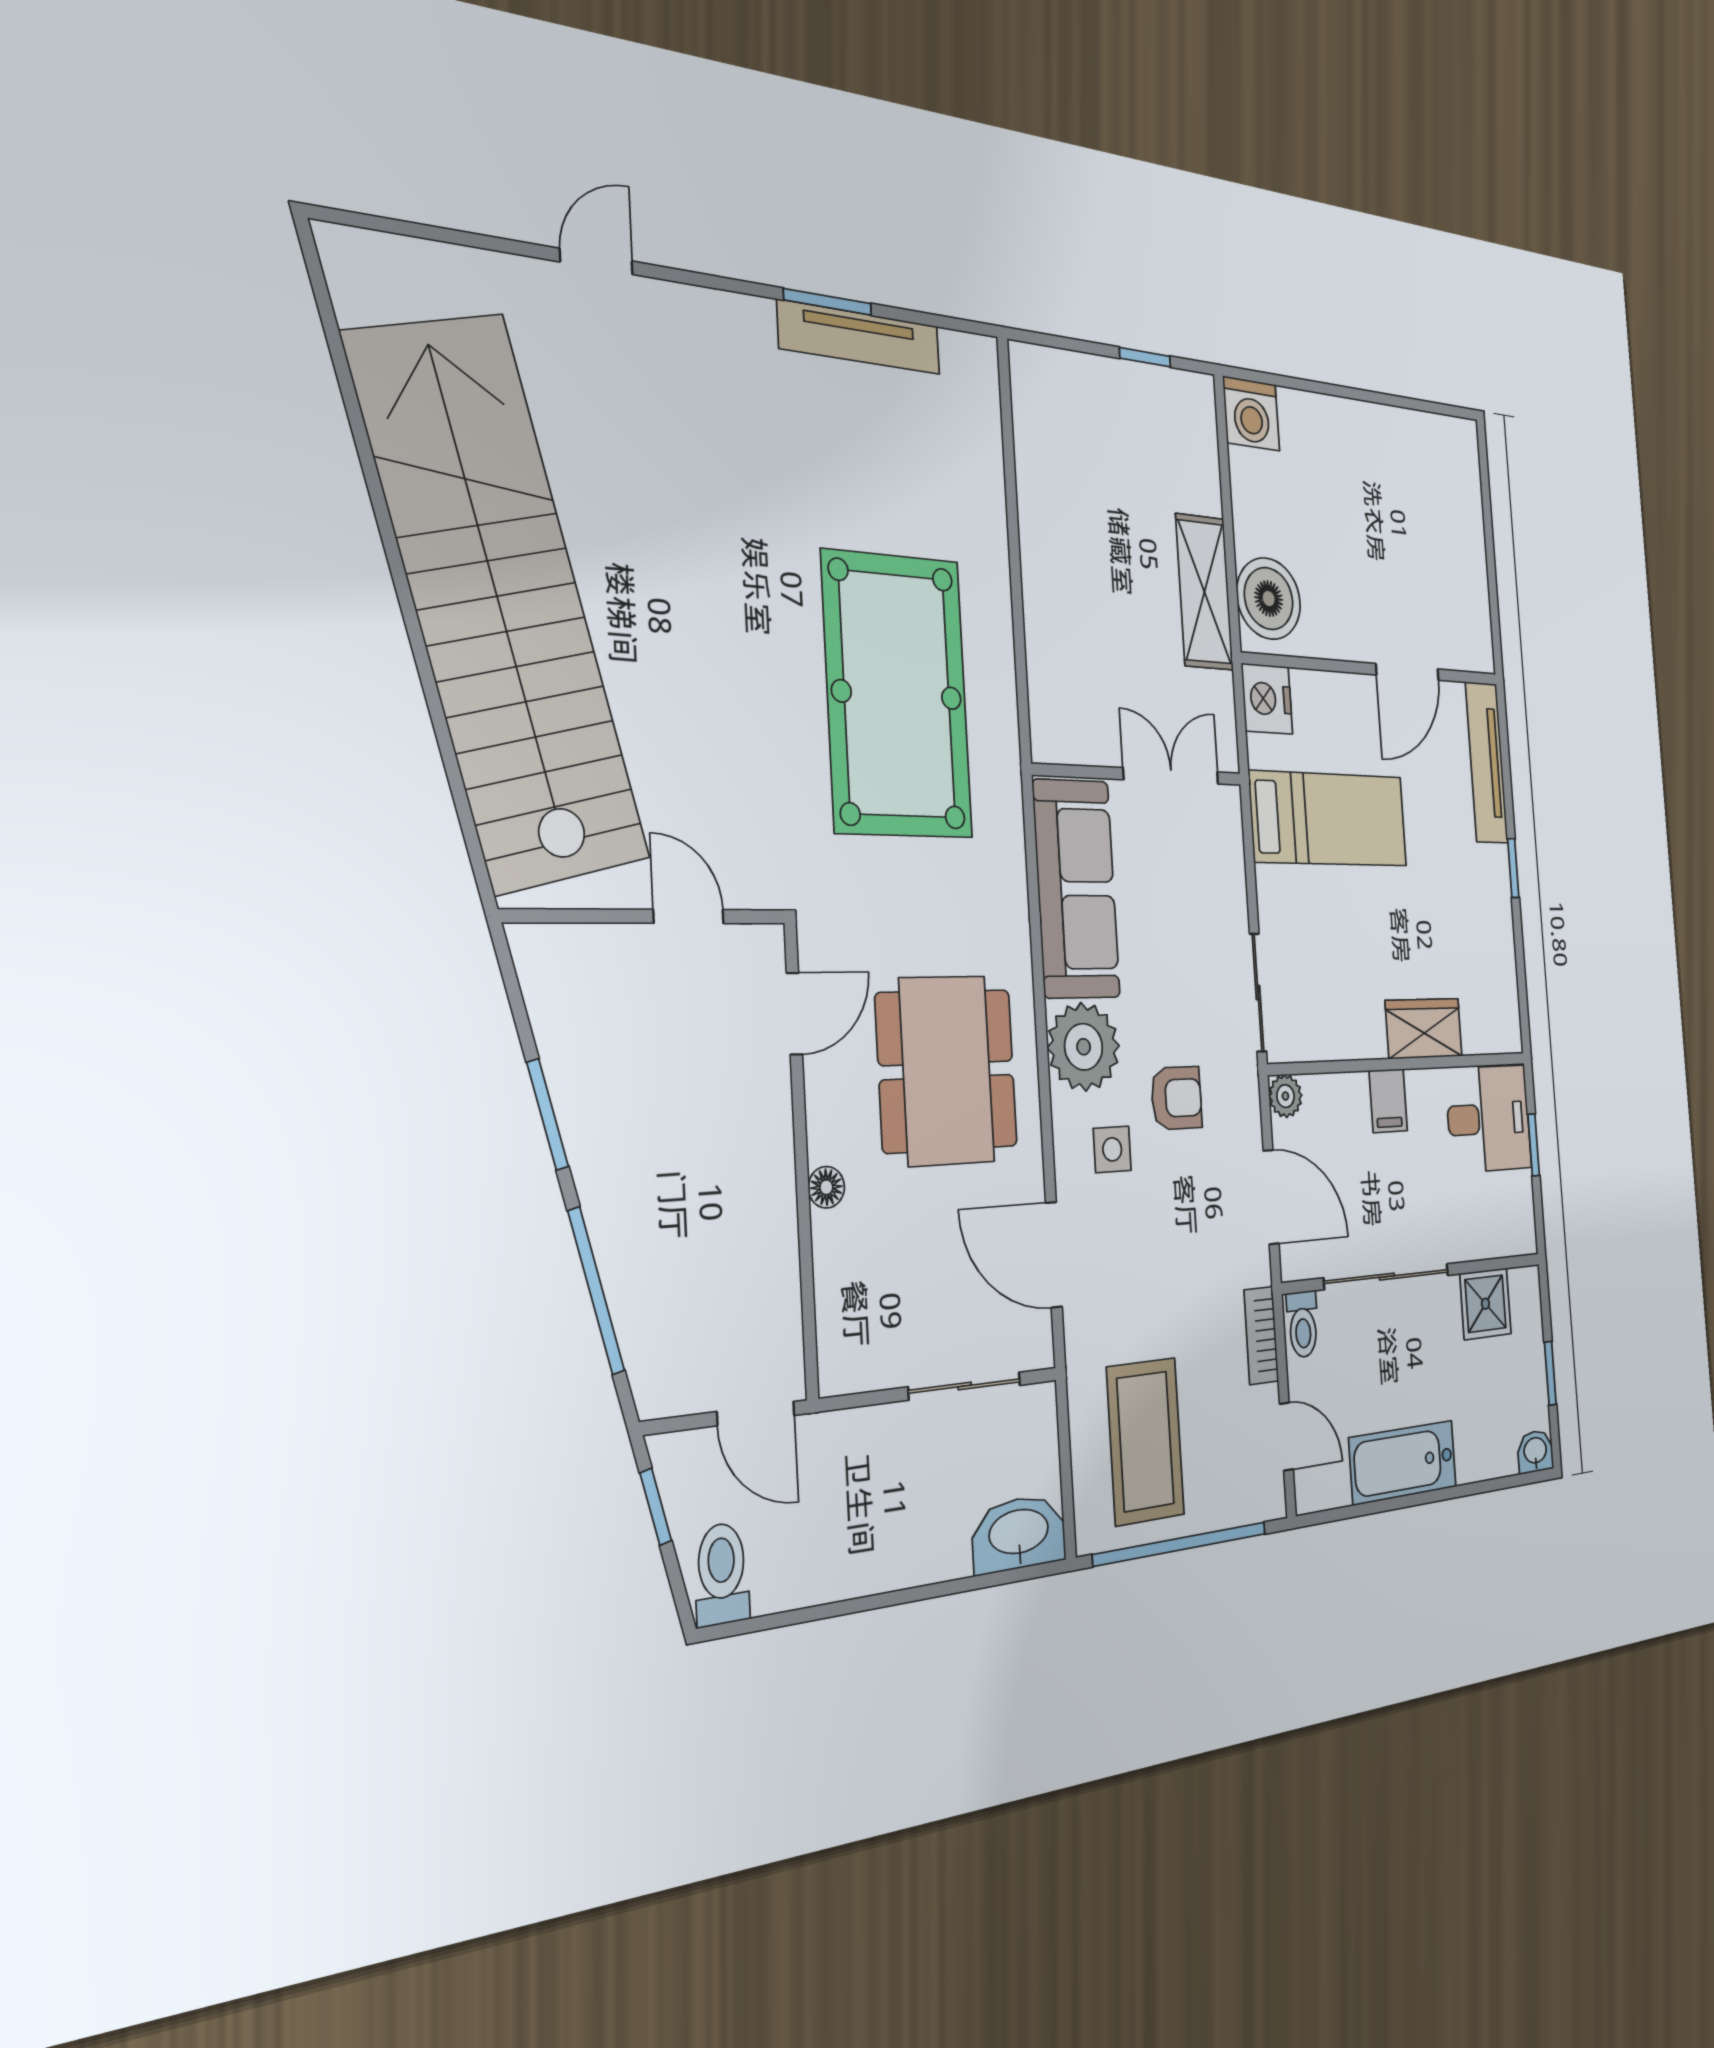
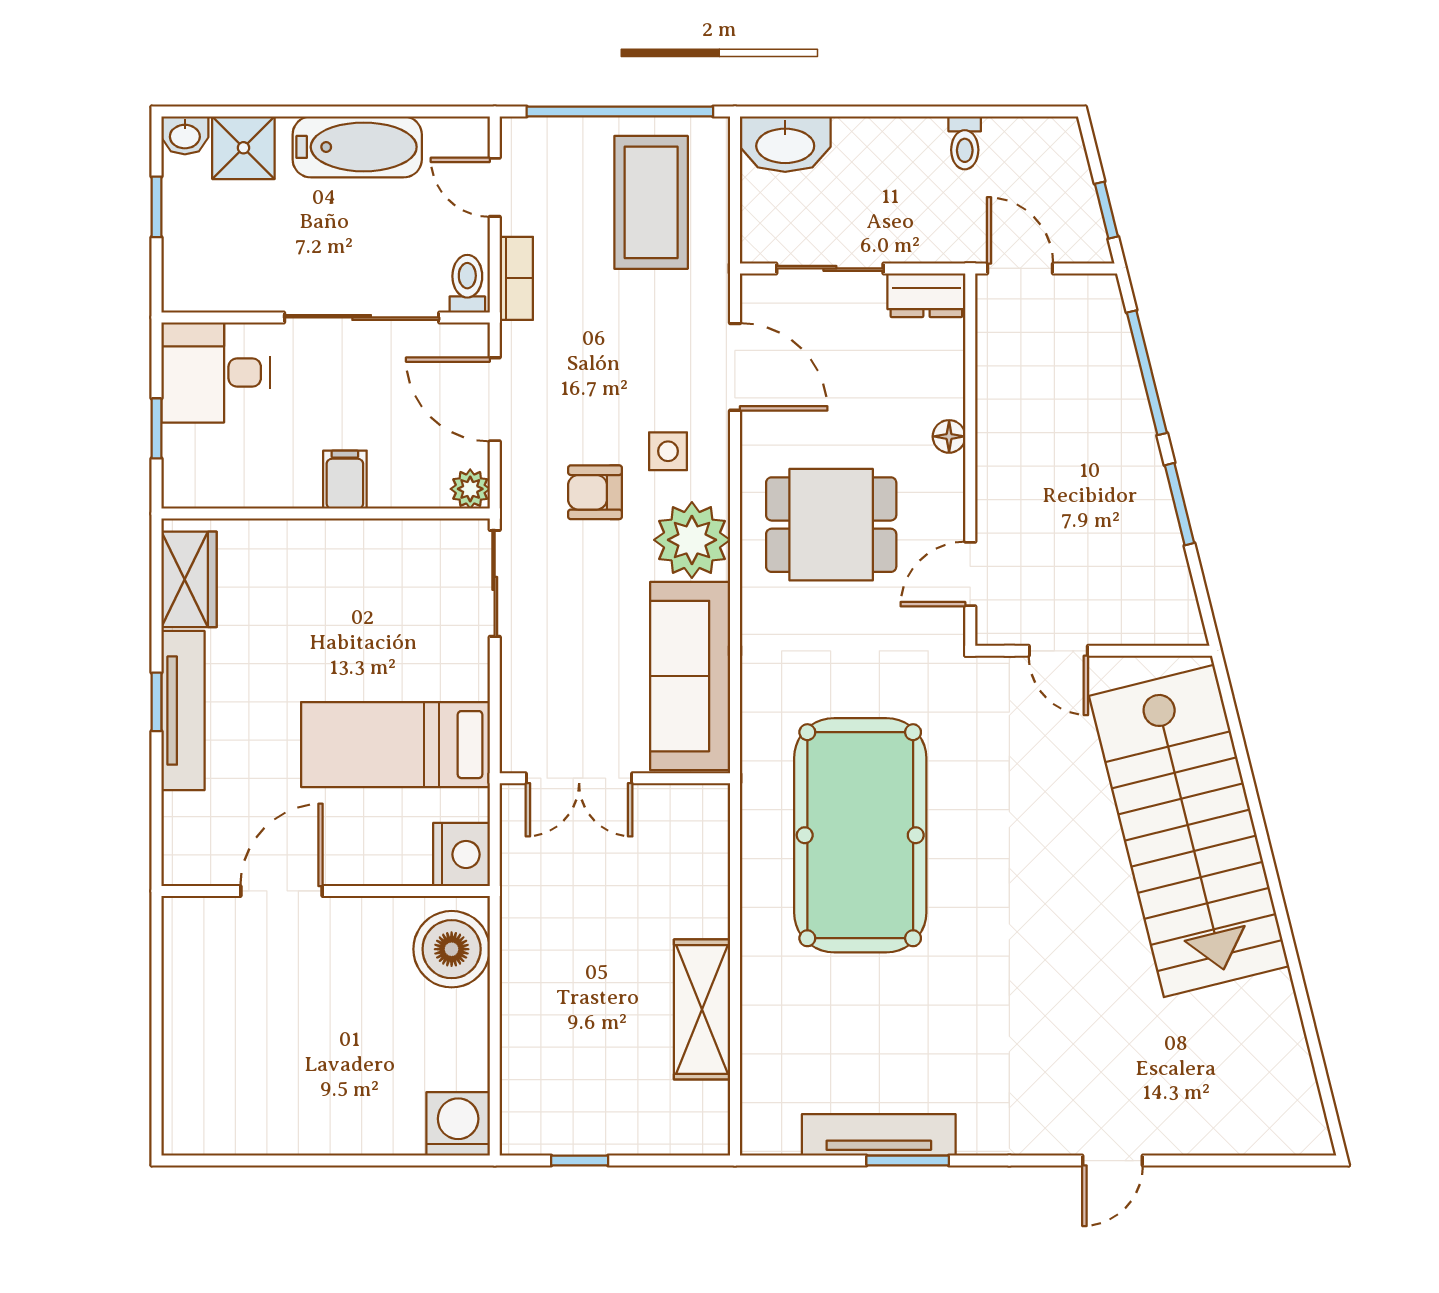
shelving: (1204, 592) -> (702, 1009), moved
stairs: (498, 601) -> (1189, 831), width x0.73
tv unit: (1487, 763) -> (183, 711), moved
wardrobe: (1424, 1028) -> (189, 579), moved, turned -90
dining table: (947, 1070) -> (831, 525), width x0.73
desk: (1489, 1119) -> (215, 372), moved
shower: (1485, 1304) -> (243, 148), moved
dresser: (860, 1365) -> (926, 295), added
toilet: (722, 1574) -> (965, 143), moved, width x0.73, depth x0.72

